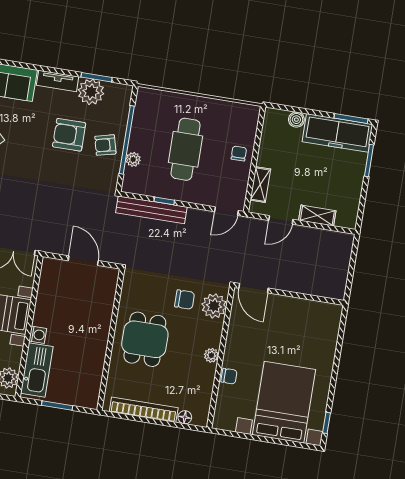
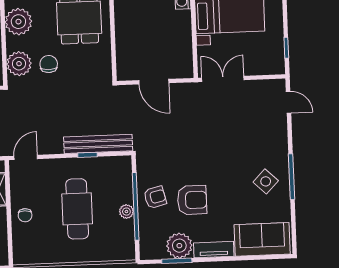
plant: (133, 159) -> (126, 212), moved
chair: (185, 300) -> (49, 64), turned 90
plant: (211, 355) -> (18, 22), width x1.88, depth x1.88

